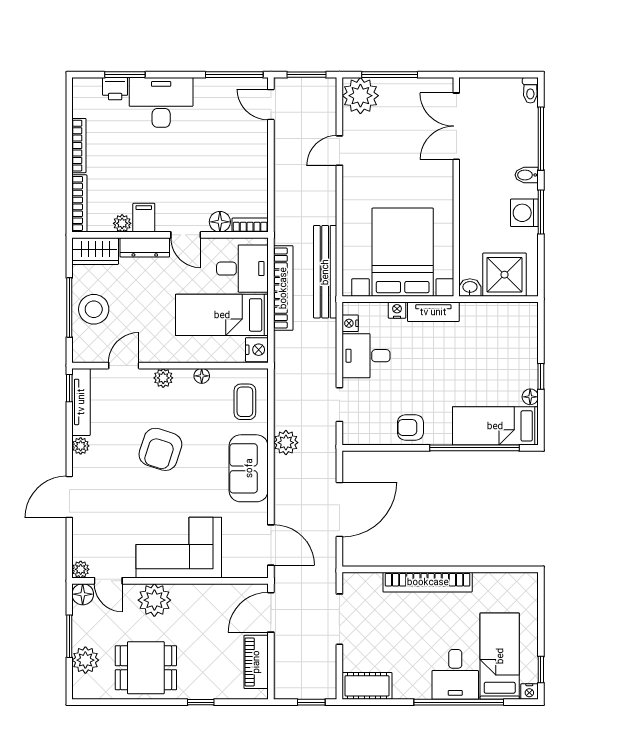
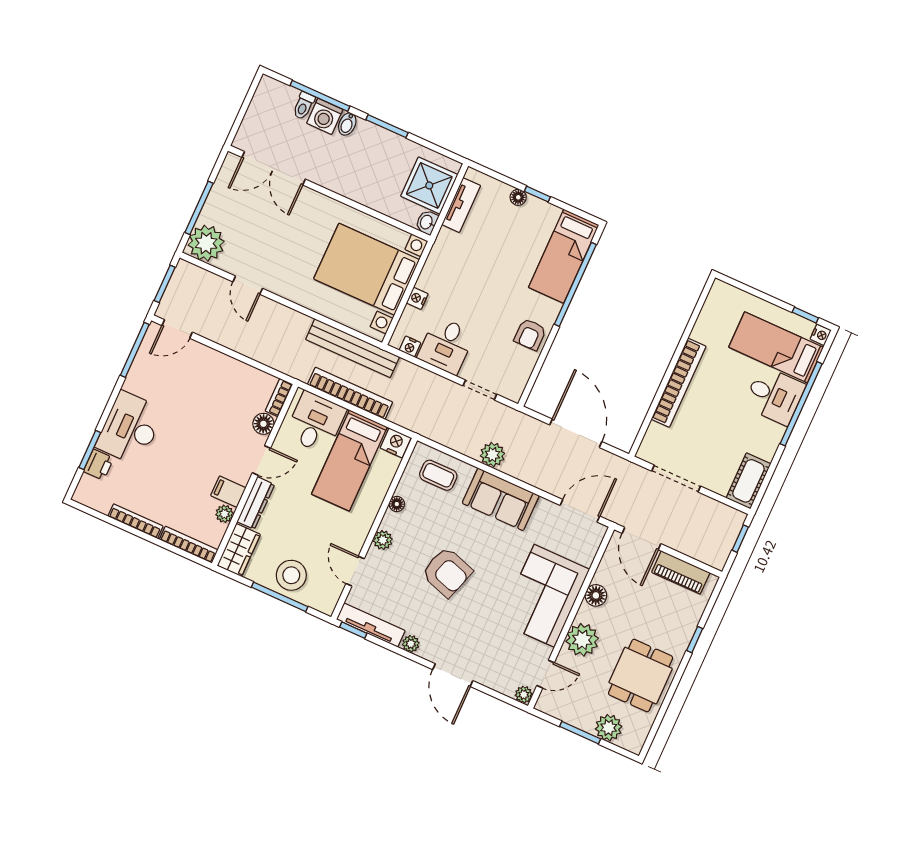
toilet: (530, 90) -> (304, 106), moved, turned 90
washing machine: (524, 213) -> (325, 116), moved
tv unit: (433, 312) -> (461, 205), moved
floor lamp: (530, 397) -> (518, 197), moved
floor lamp: (83, 594) -> (596, 595), moved

